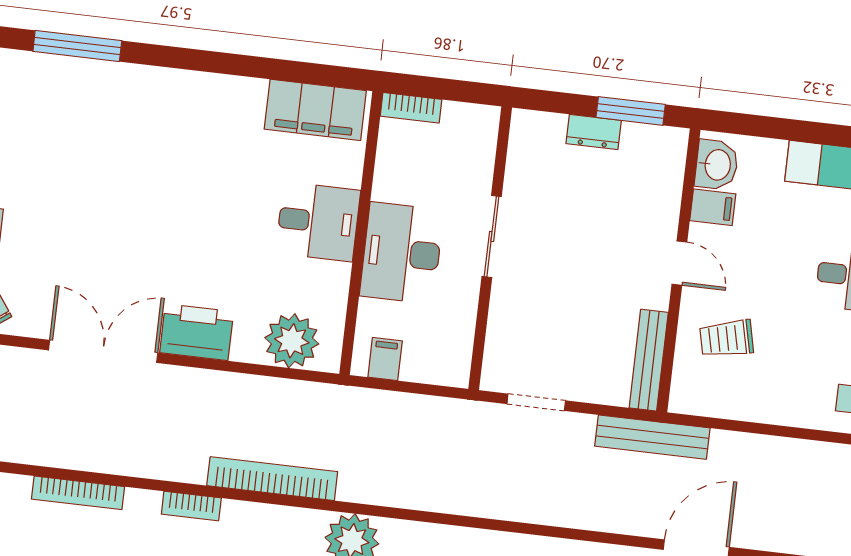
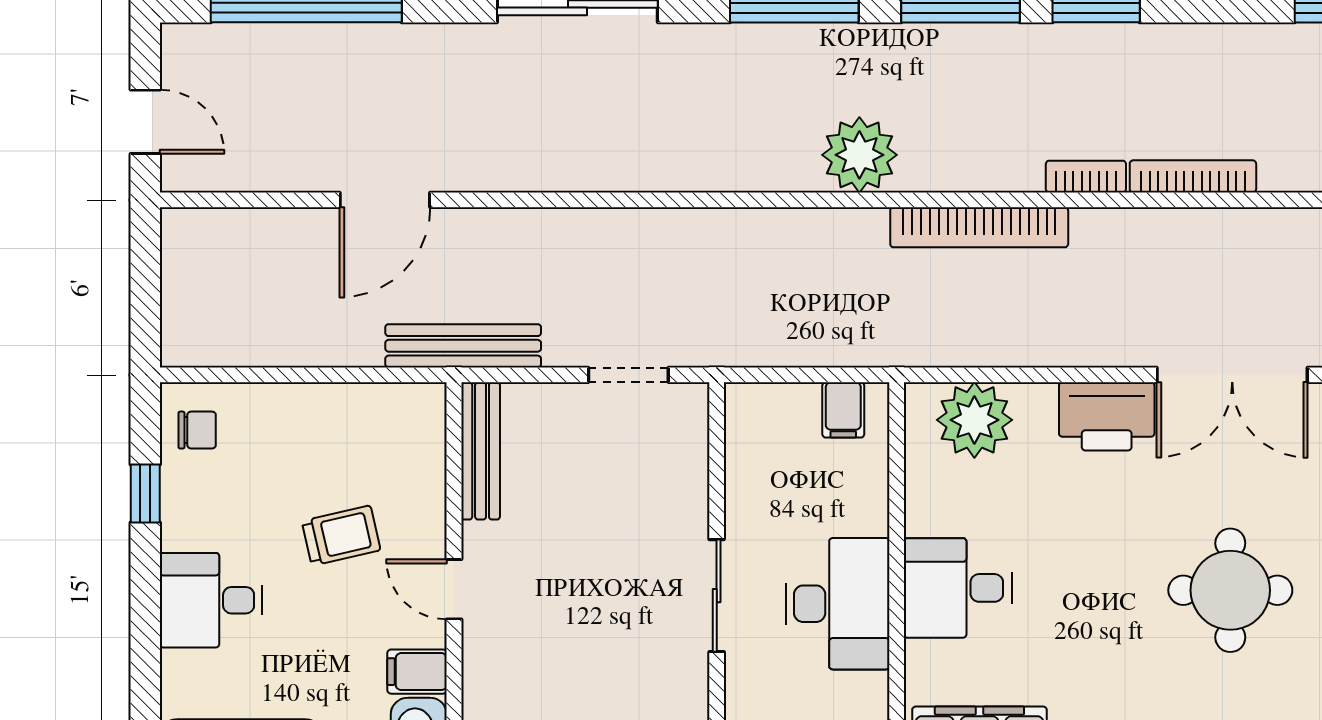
round table: (123, 197) -> (1230, 590), added
desk: (402, 253) -> (838, 604), moved
trolley: (727, 339) -> (341, 536), moved
bookcase: (78, 493) -> (1193, 176), moved

